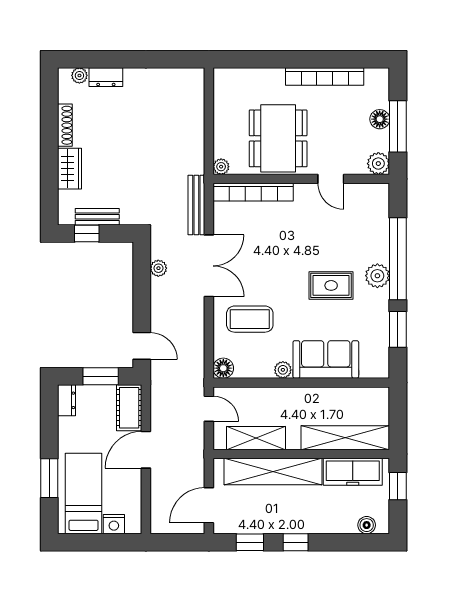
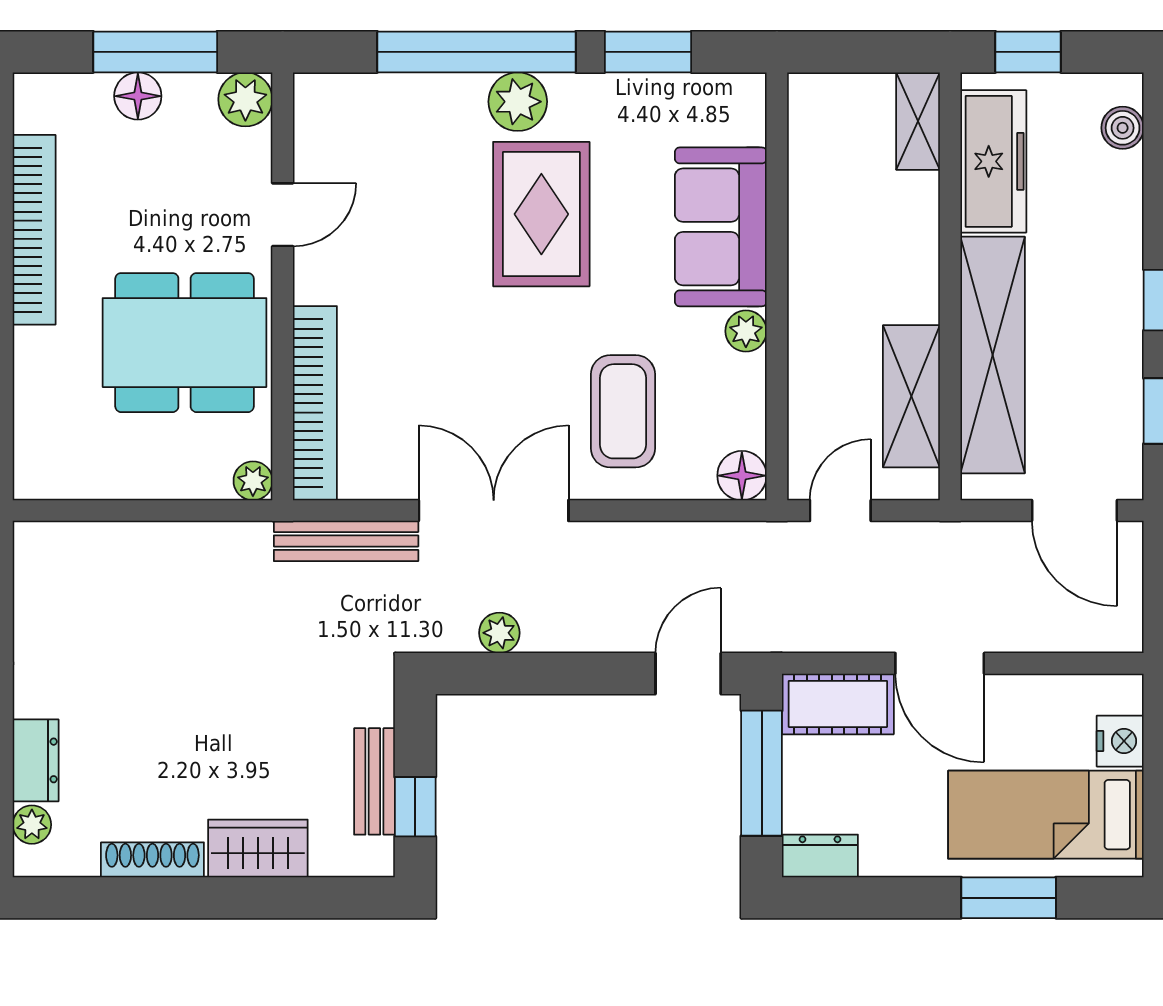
rug: (331, 285) -> (541, 214), width x1.36, depth x1.43
window: (101, 376) -> (762, 773), width x1.44
shelving: (345, 438) -> (918, 121), width x0.45, depth x0.75

